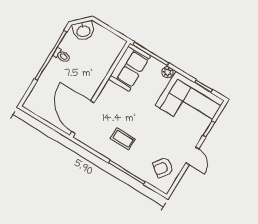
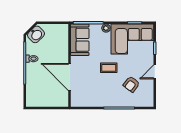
door: (83, 117) -> (70, 77), moved
coffee table: (123, 139) -> (109, 68), moved
door: (192, 156) -> (155, 72), swing flipped
armchair: (163, 168) -> (131, 84), moved

